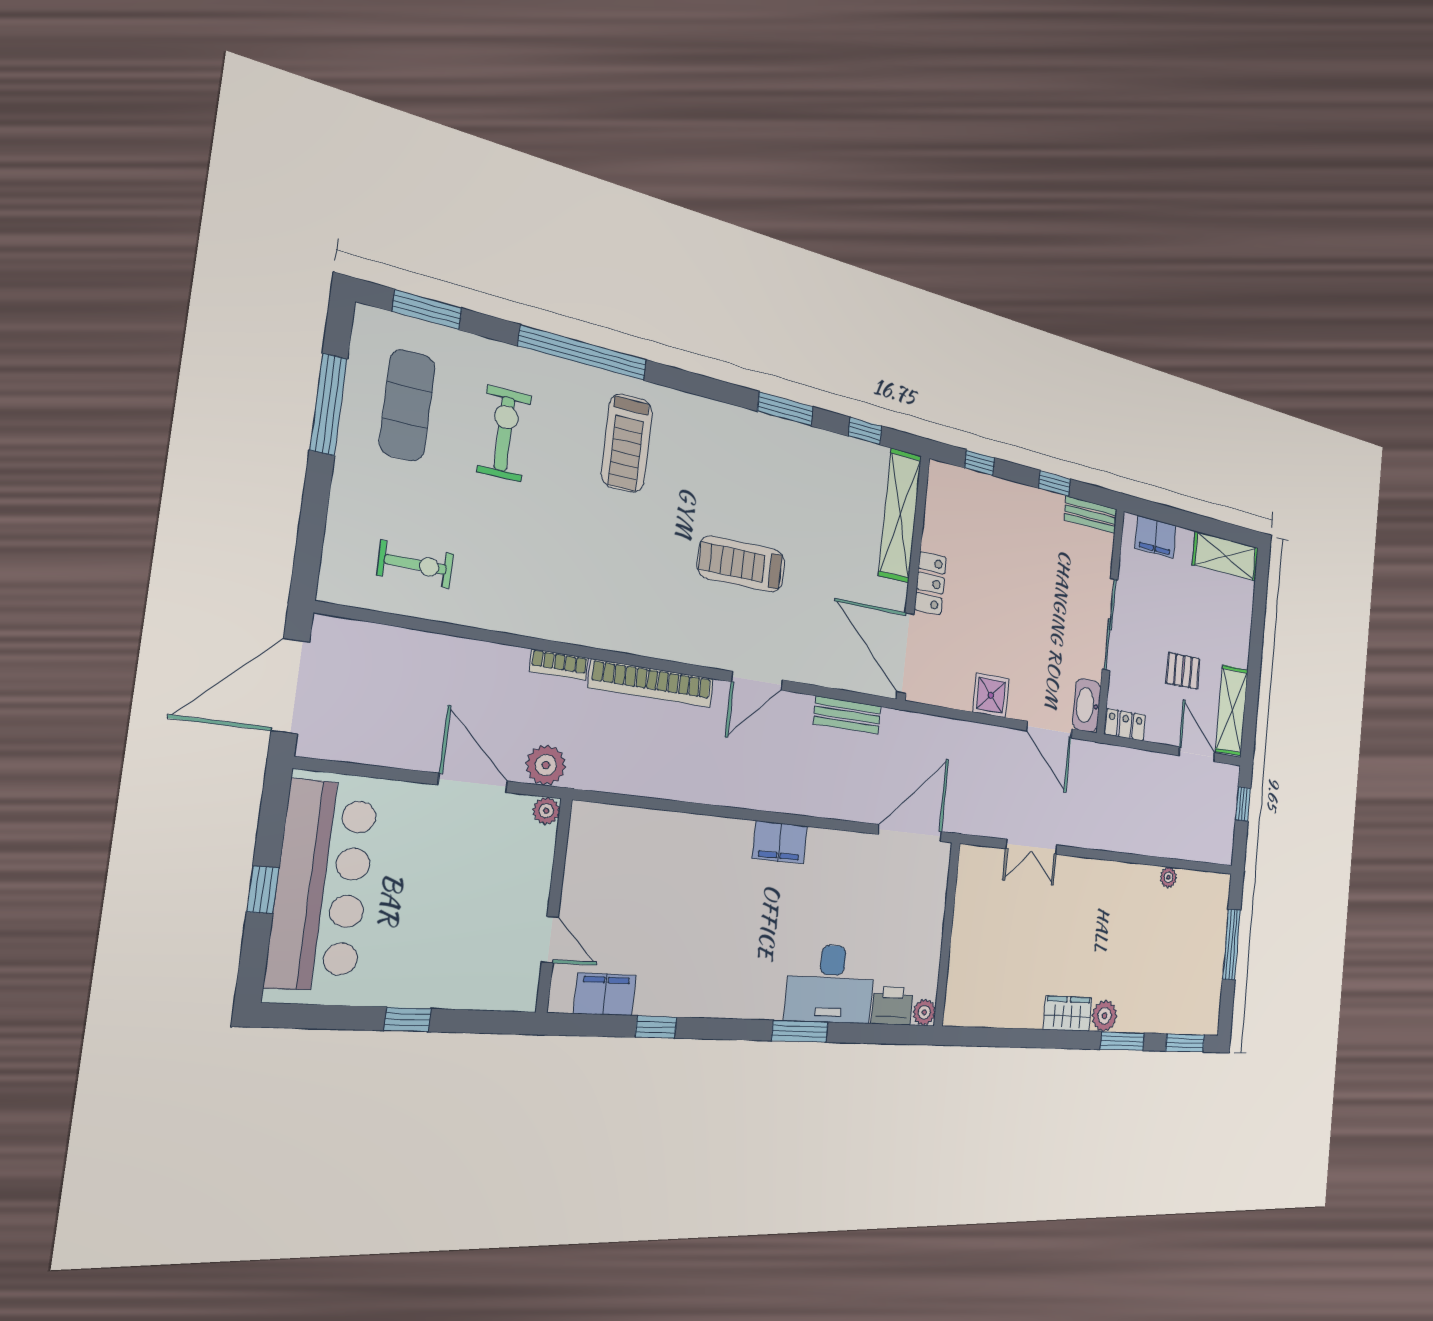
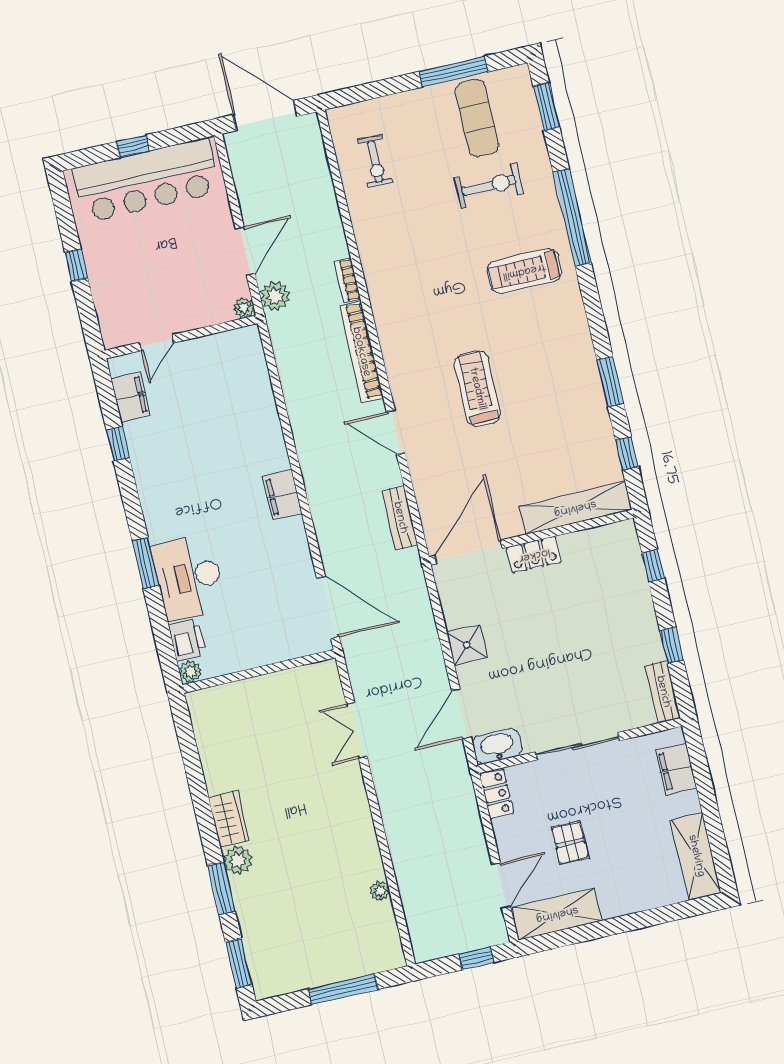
exercise mat: (407, 405) -> (477, 118), turned 90

